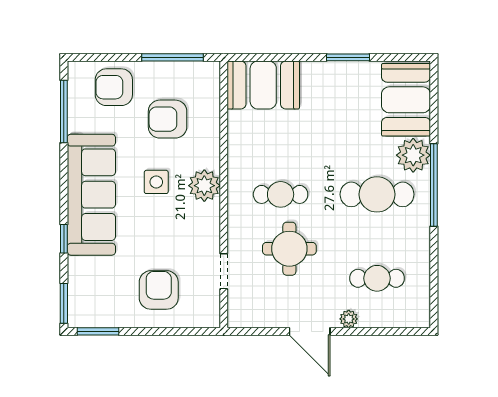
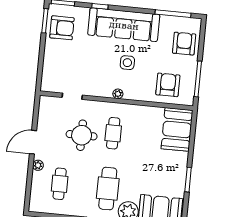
armchair: (168, 119) -> (168, 85), moved
plant: (204, 186) -> (118, 94), width x0.53, depth x0.53
armchair: (159, 290) -> (62, 28), moved

